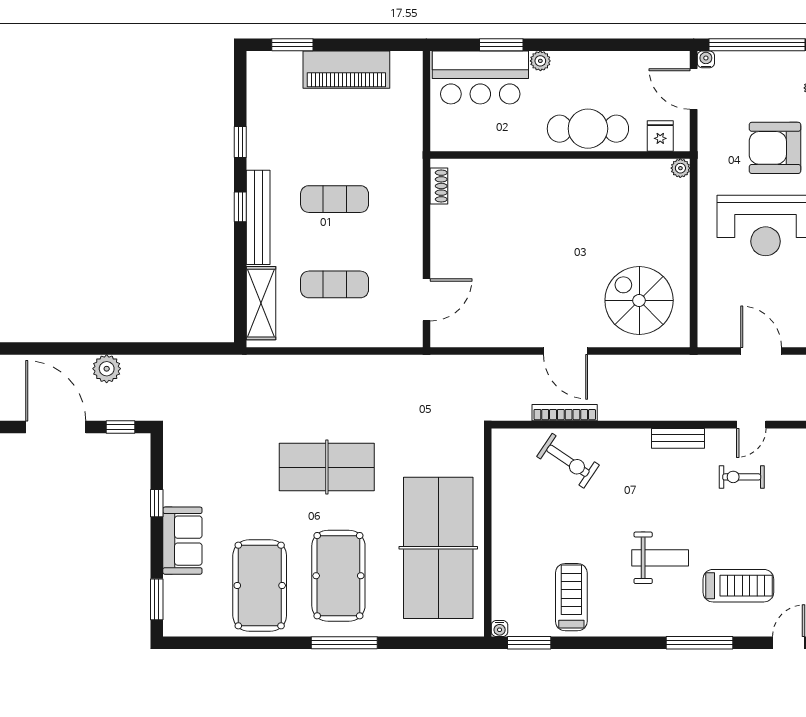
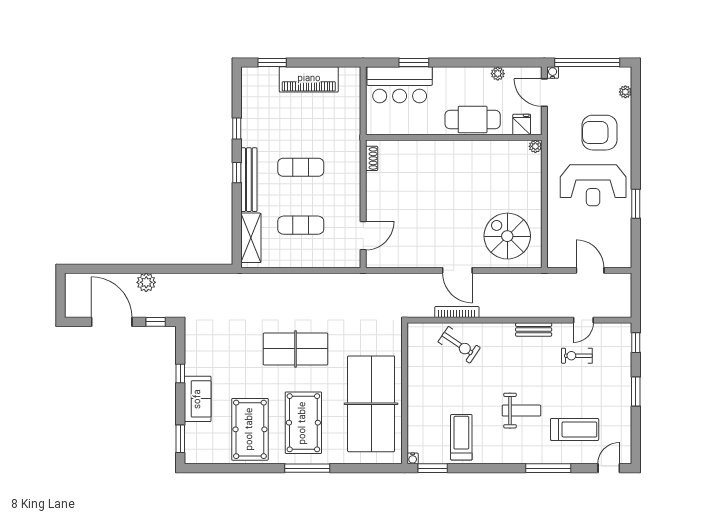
plant: (540, 61) -> (498, 74), moved

